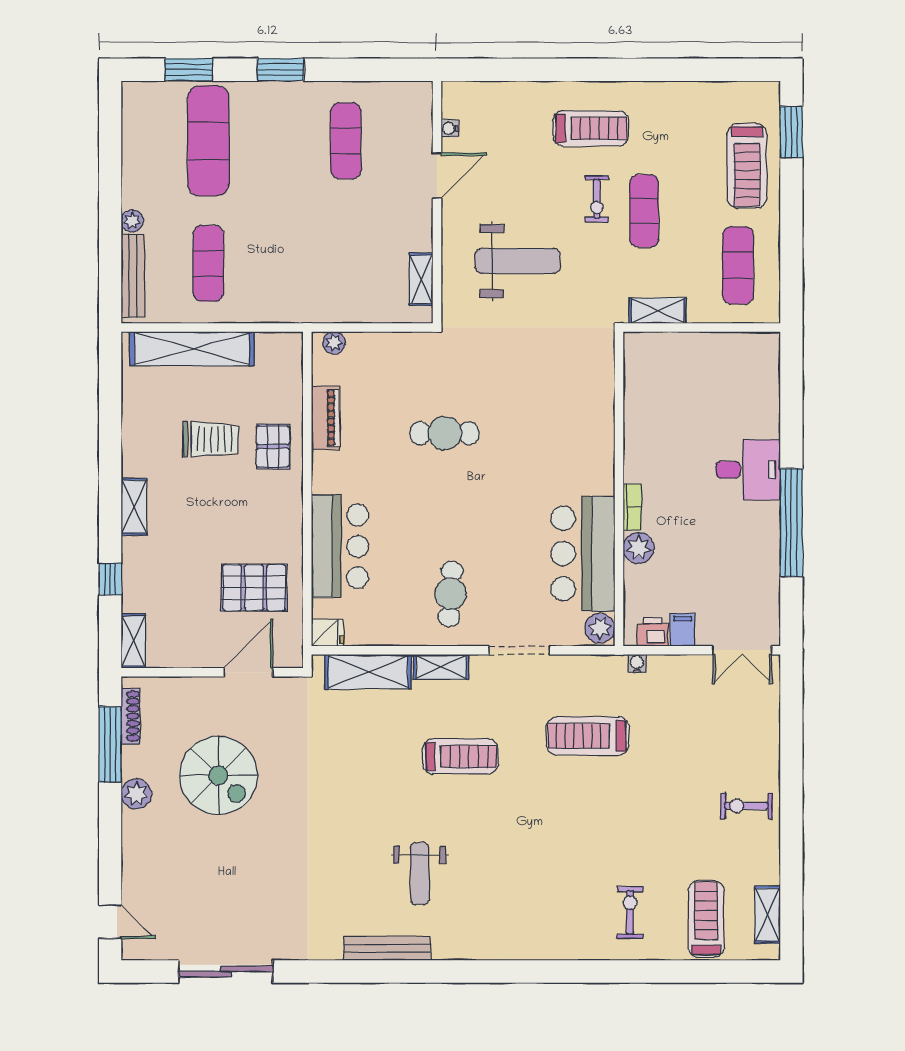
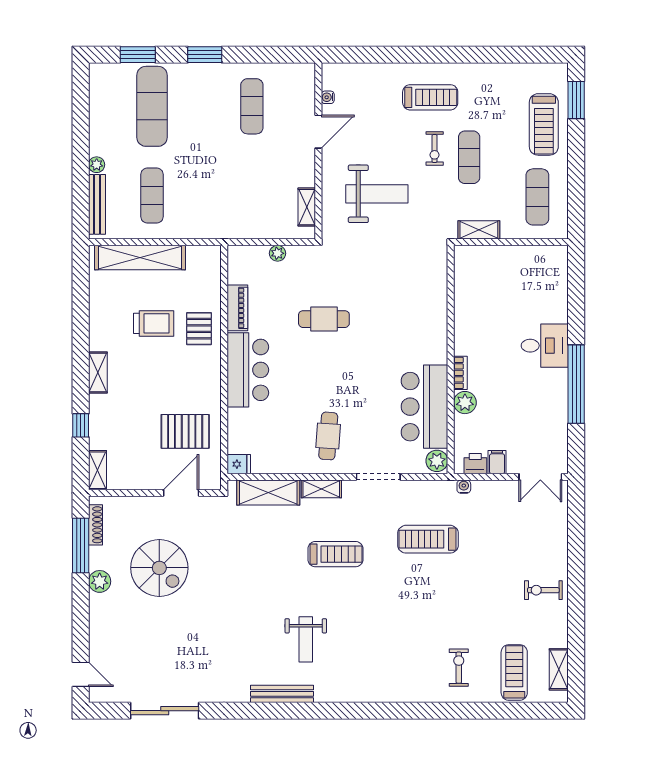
plant: (334, 343) -> (278, 253), moved
bar counter: (340, 546) -> (248, 370), moved

